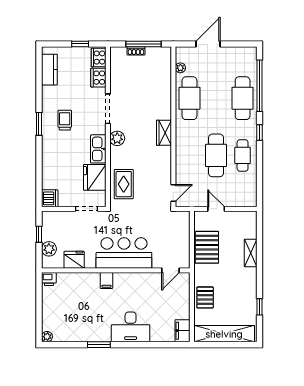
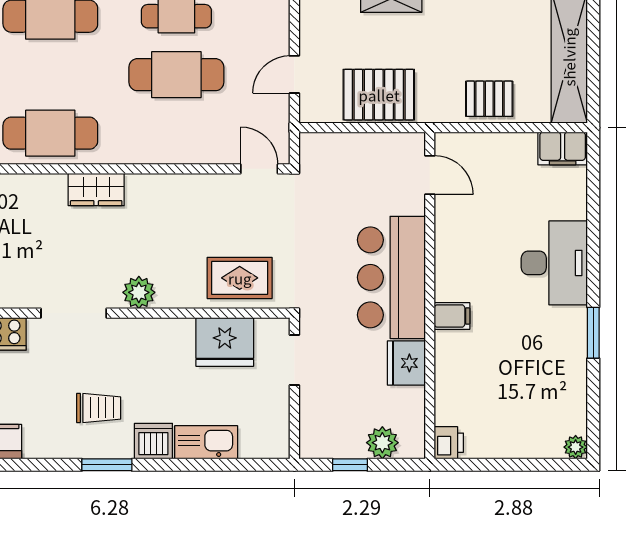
trolley: (65, 120) -> (99, 408), turned 180
wardrobe: (164, 133) -> (96, 190), moved
kitchen sink: (98, 149) -> (206, 442), moved, turned 180
dishwasher: (50, 198) -> (153, 441), moved
fridge: (74, 260) -> (406, 363), moved

